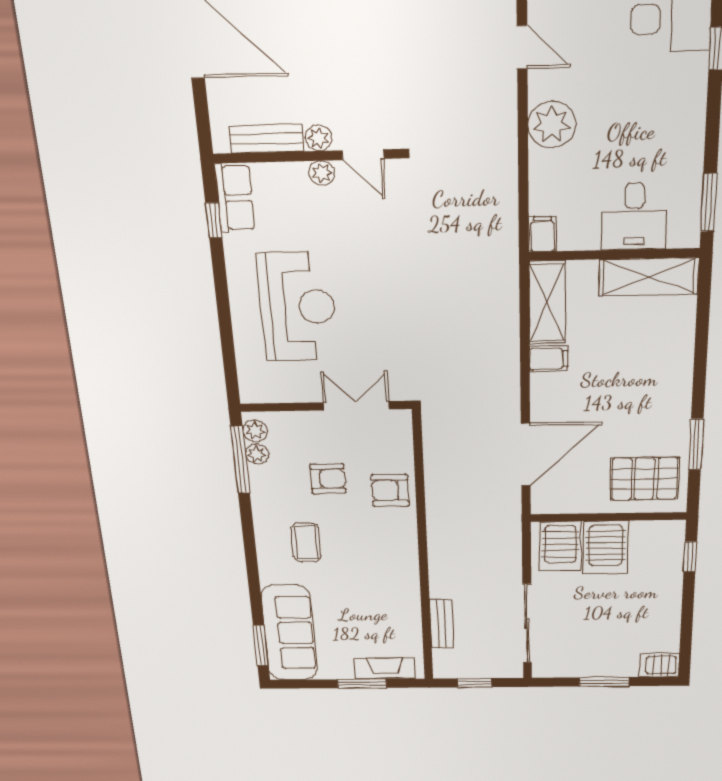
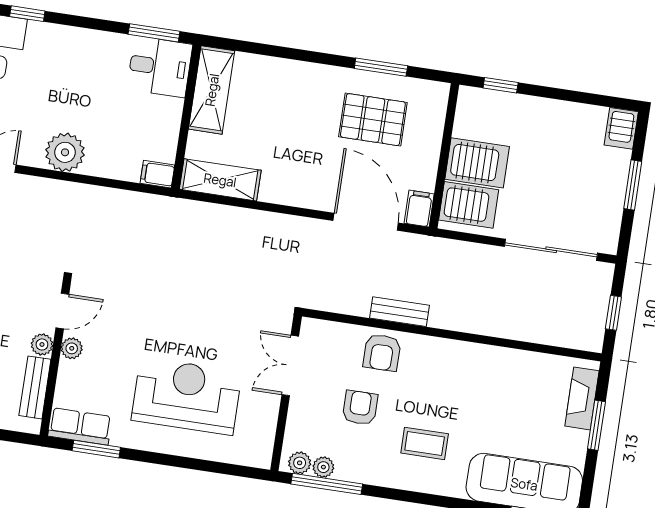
desk: (634, 217) -> (160, 67), moved
window: (214, 220) -> (96, 449), width x1.50
filing cabinet: (549, 359) -> (419, 209), moved
pallet: (645, 479) -> (373, 120), moved, turned 90
bench: (442, 624) -> (400, 312), moved

